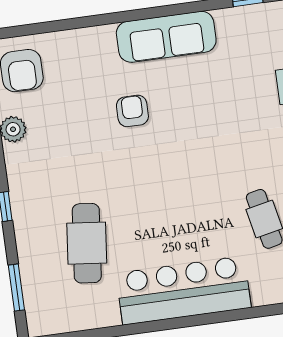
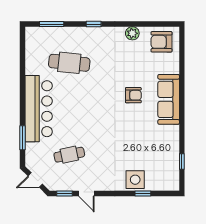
sofa: (166, 37) -> (169, 99), moved
window: (244, 314) -> (22, 138), added

